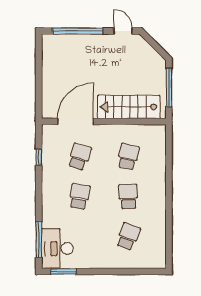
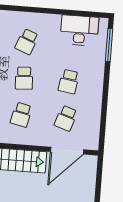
window: (39, 157) -> (103, 120), removed
desk: (57, 249) -> (79, 30), moved, turned -90
window: (63, 272) -> (89, 14), removed

